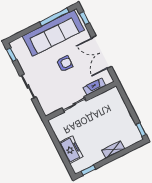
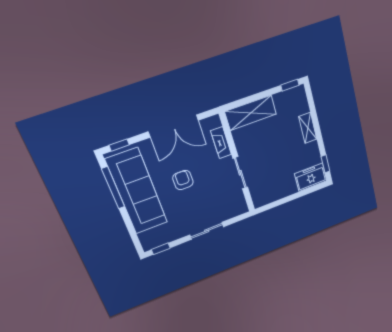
shelving: (118, 104) -> (251, 113), added
freezer: (71, 150) -> (311, 177), moved

